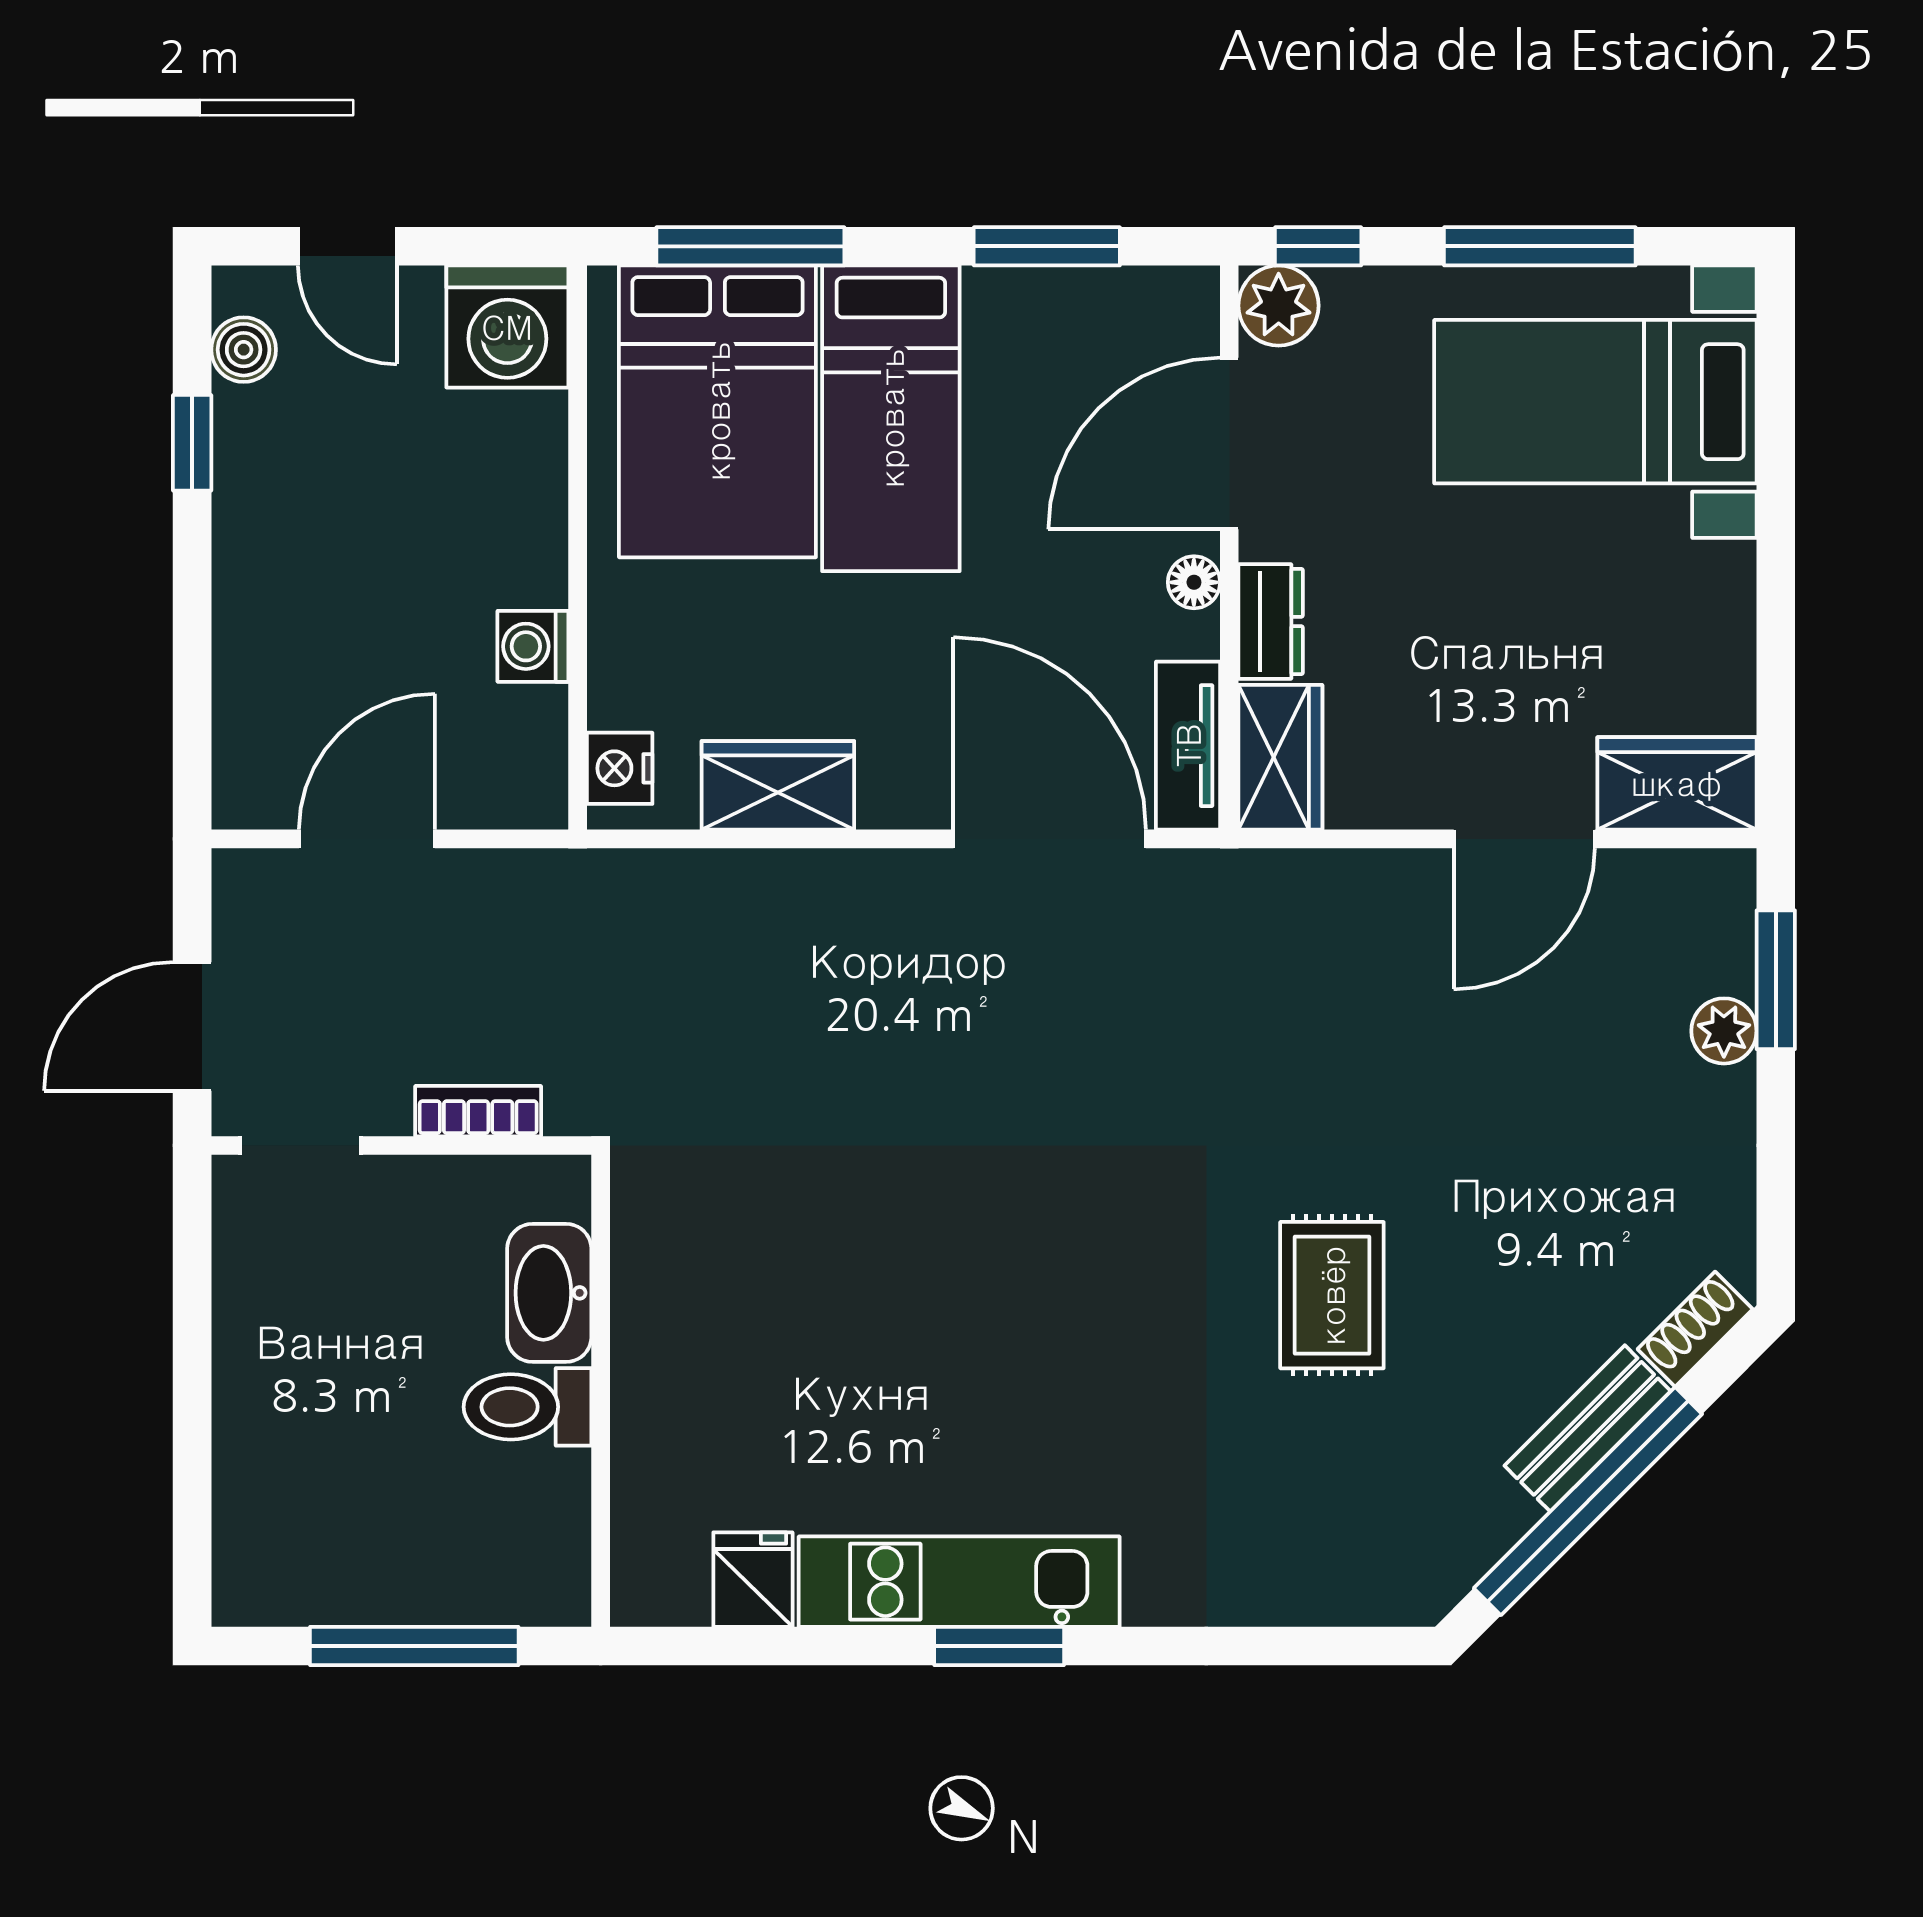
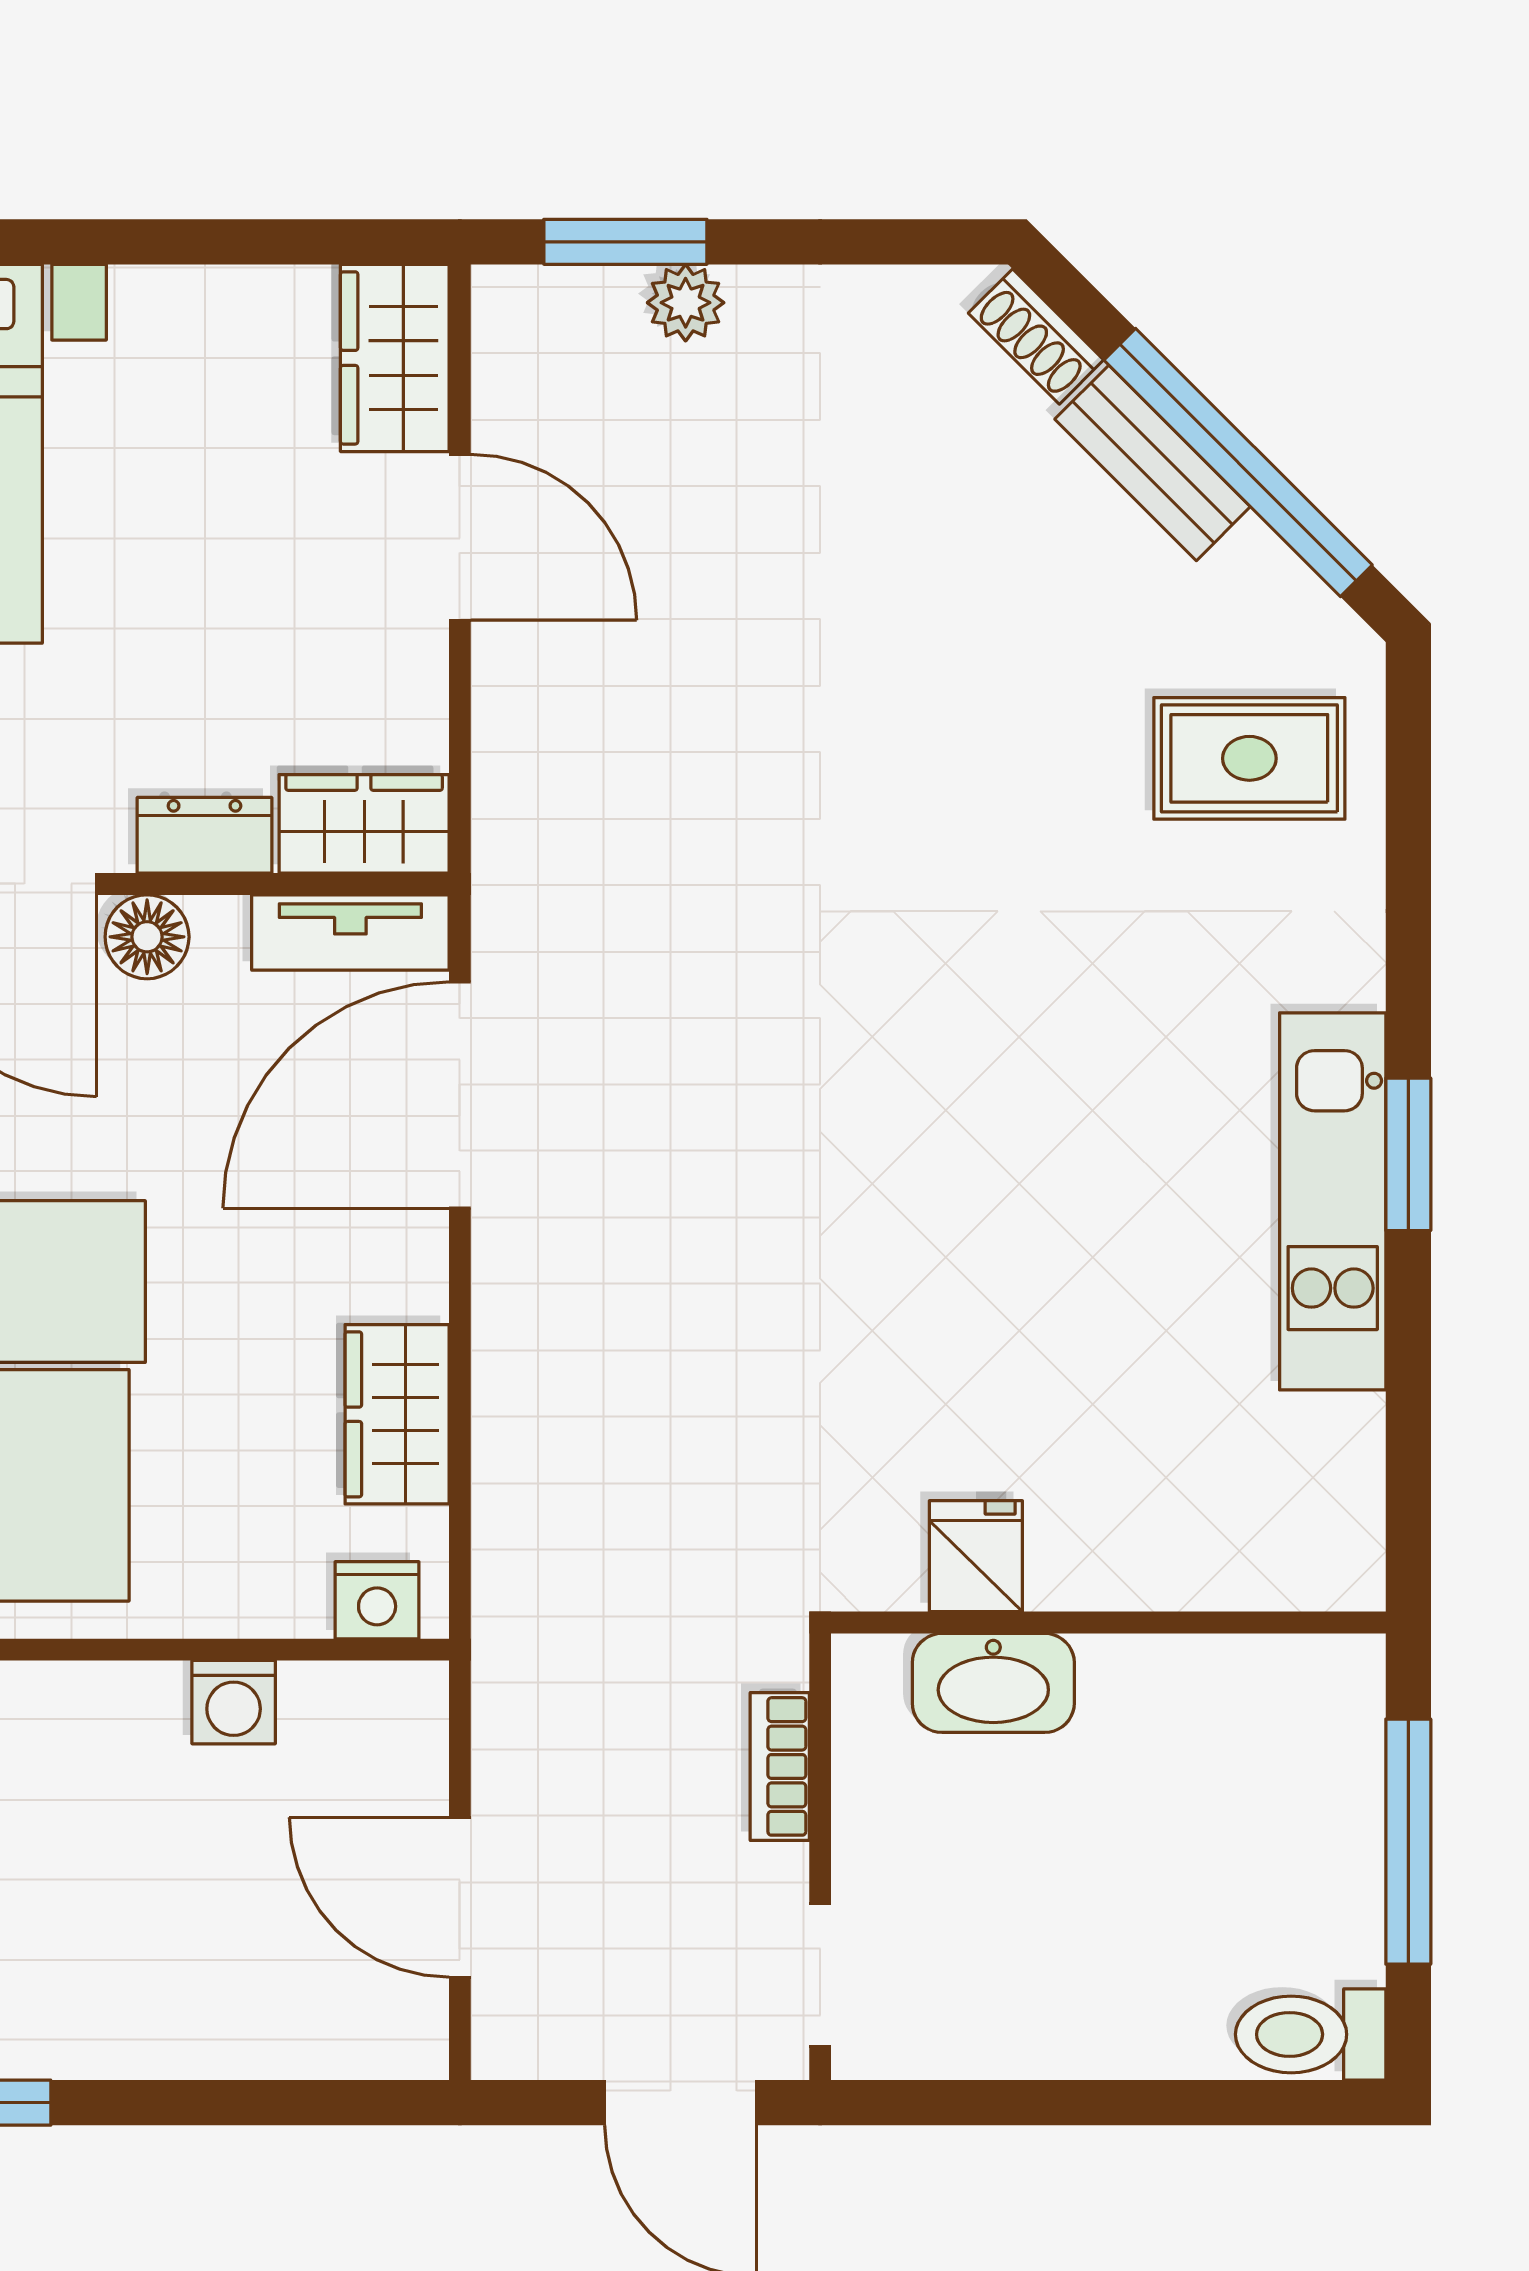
floor lamp: (1194, 582) -> (147, 937), width x1.37, depth x1.37
rug: (1332, 1295) -> (1249, 758), moved
toilet: (528, 1407) -> (1311, 2034), moved, turned 90
fridge: (753, 1580) -> (976, 1556), moved, turned 90

